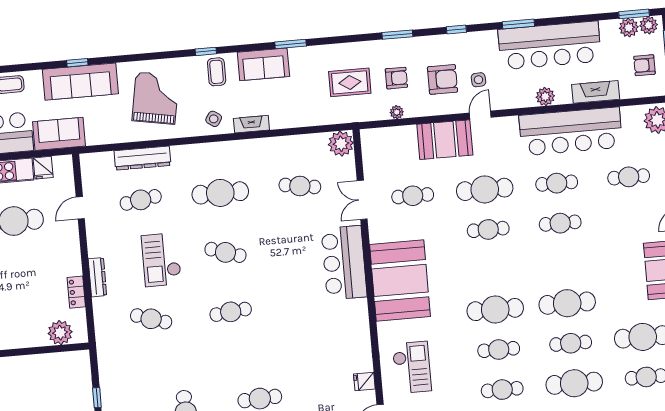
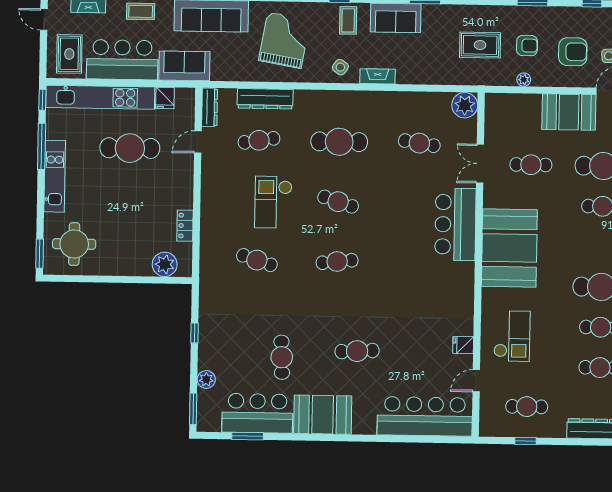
dresser: (97, 277) -> (210, 107), moved

